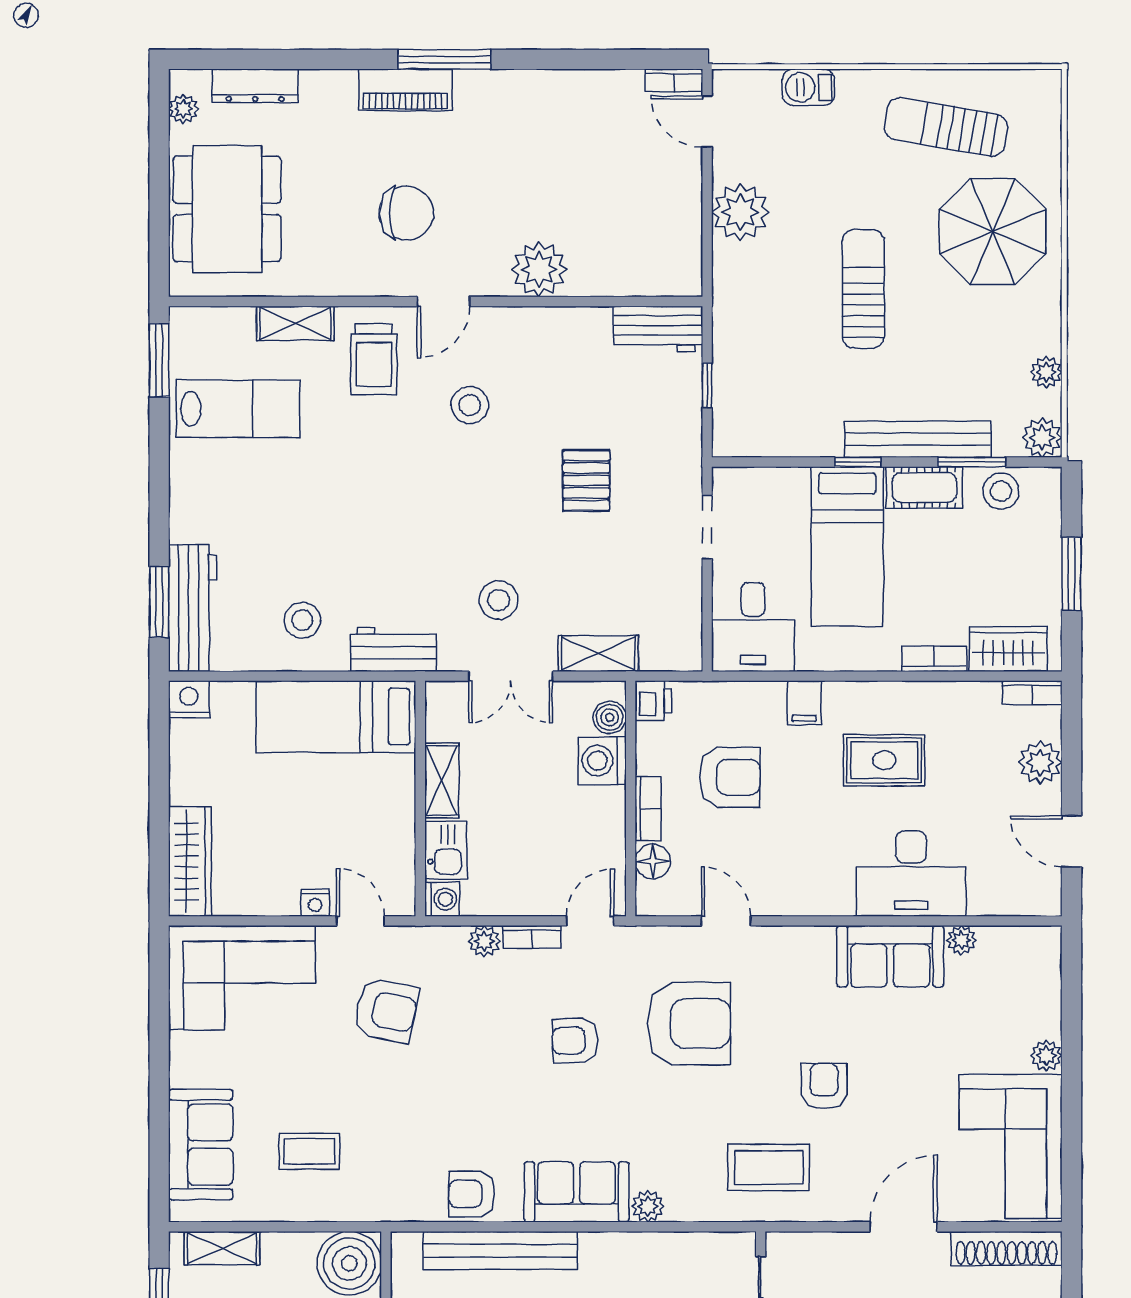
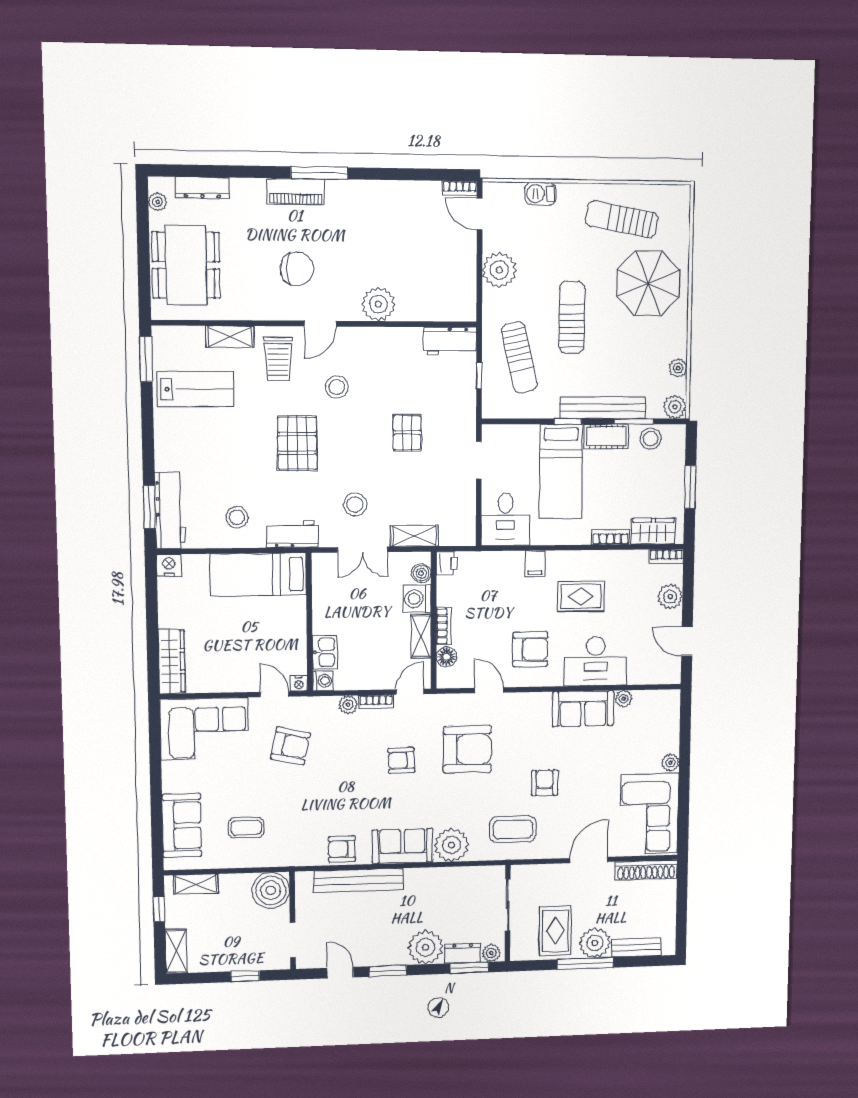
sun lounger: (775, 356) -> (519, 358), added
pallet: (403, 498) -> (297, 443), added
armchair: (730, 777) -> (530, 649), moved
shelving: (442, 781) -> (421, 636), moved
nightstand: (315, 903) -> (299, 683), moved
plant: (648, 1206) -> (452, 845), width x1.87, depth x1.87

